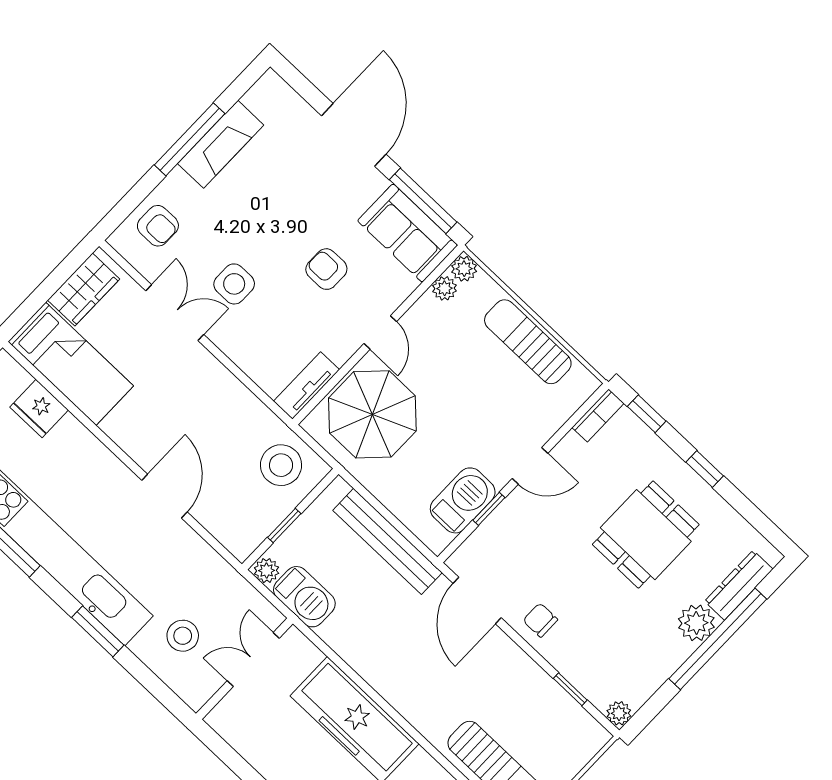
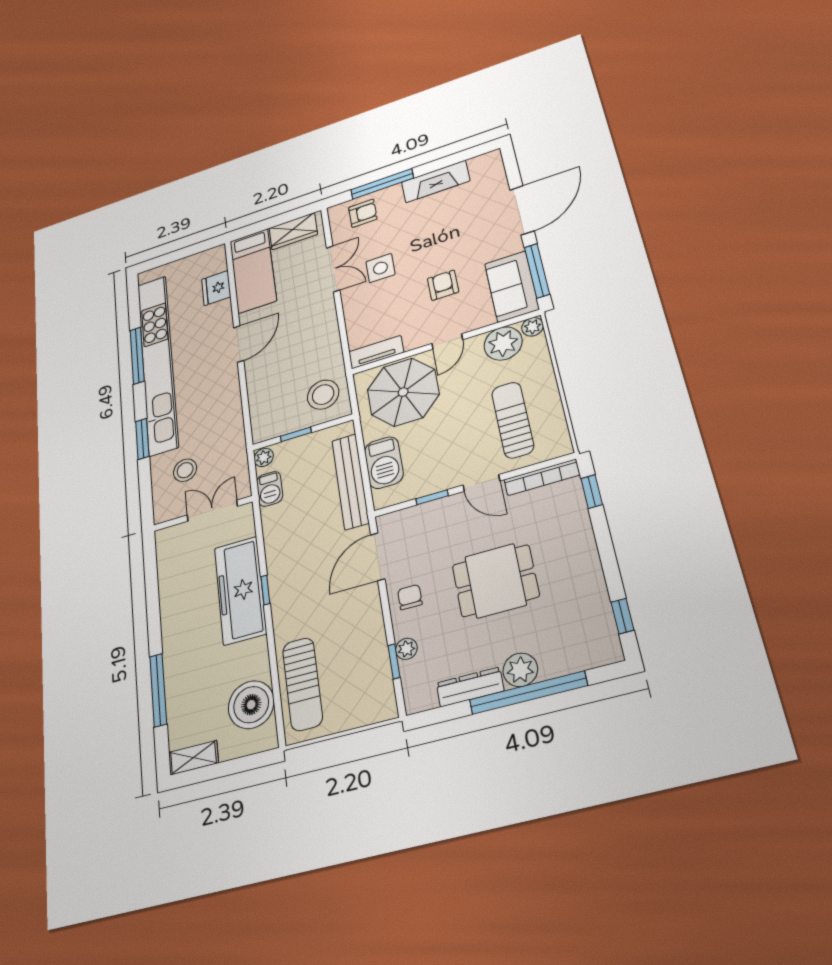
window: (190, 139) -> (382, 184), moved
armchair: (158, 226) -> (363, 213), turned -90
plant: (444, 288) -> (503, 343), width x1.87, depth x1.87
sun lounger: (528, 342) -> (513, 420), moved
bookcase: (598, 415) -> (542, 477), width x1.56
window: (705, 469) -> (623, 616), moved
door: (165, 496) -> (239, 344), moved
barbecue: (463, 500) -> (384, 463), moved, turned 90
dining table: (646, 535) -> (495, 581), moved
dresser: (739, 585) -> (470, 687), moved
barbecue: (304, 597) -> (270, 489), width x0.73, depth x0.79
window: (382, 703) -> (265, 590), added
plant: (619, 713) -> (406, 649), moved

